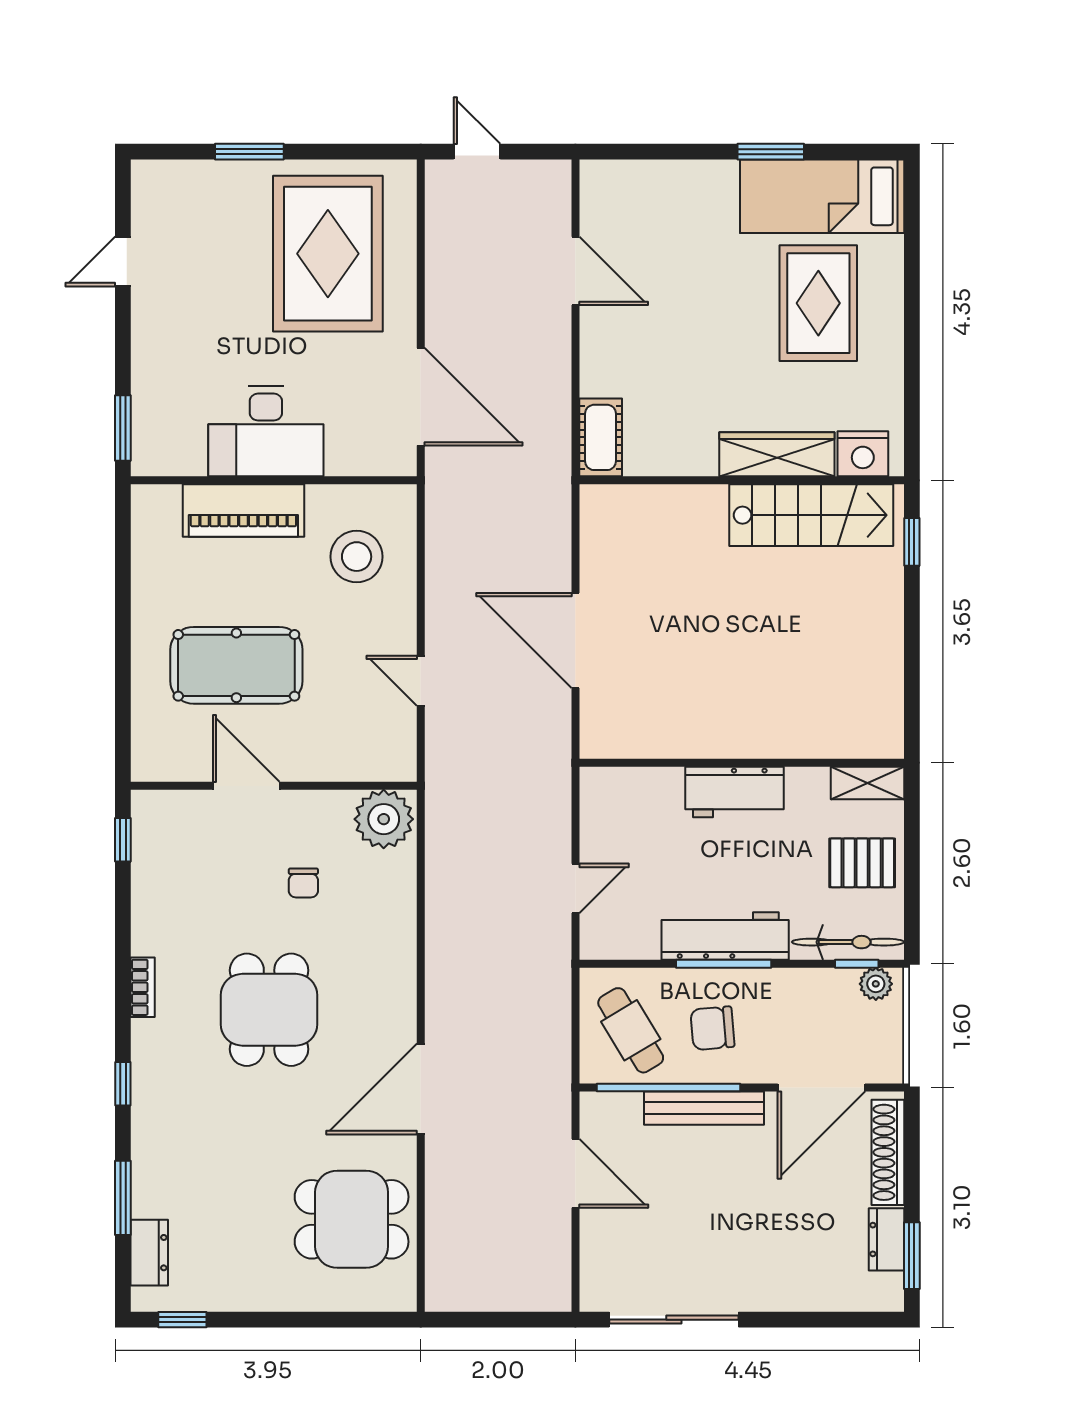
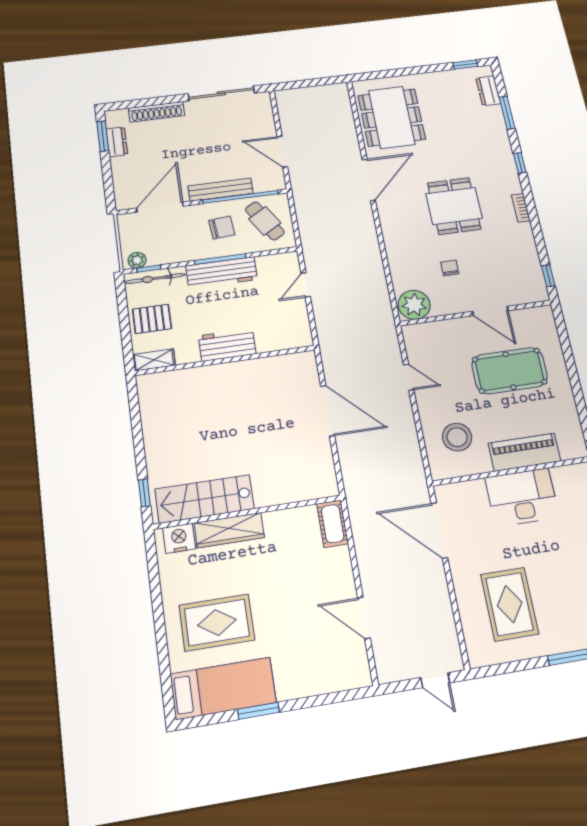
rug: (328, 254) -> (510, 604), width x0.73, depth x0.69
rug: (818, 303) -> (217, 622), turned 90
shoe rack: (888, 1152) -> (156, 112), moved, turned 90
dining table: (352, 1219) -> (392, 117), width x1.37

